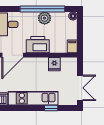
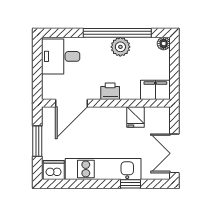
printer: (38, 45) -> (110, 91), width x0.53, depth x0.68
filing cabinet: (72, 46) -> (155, 90), width x2.00
double door: (80, 88) -> (174, 153), swing flipped

